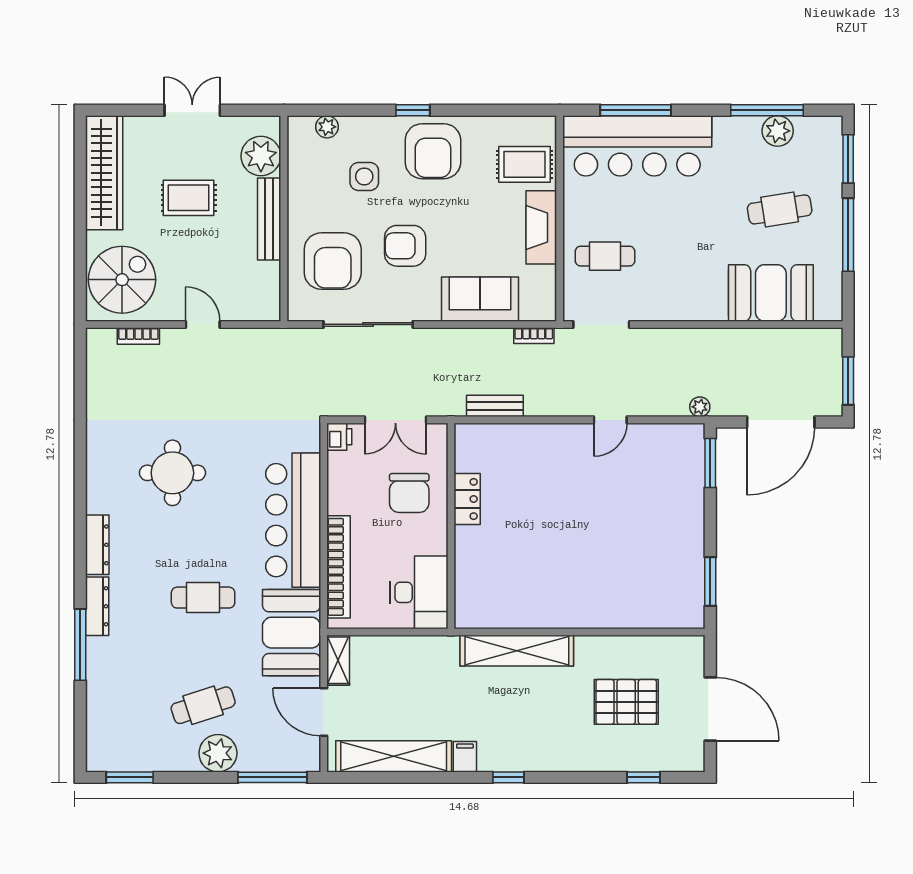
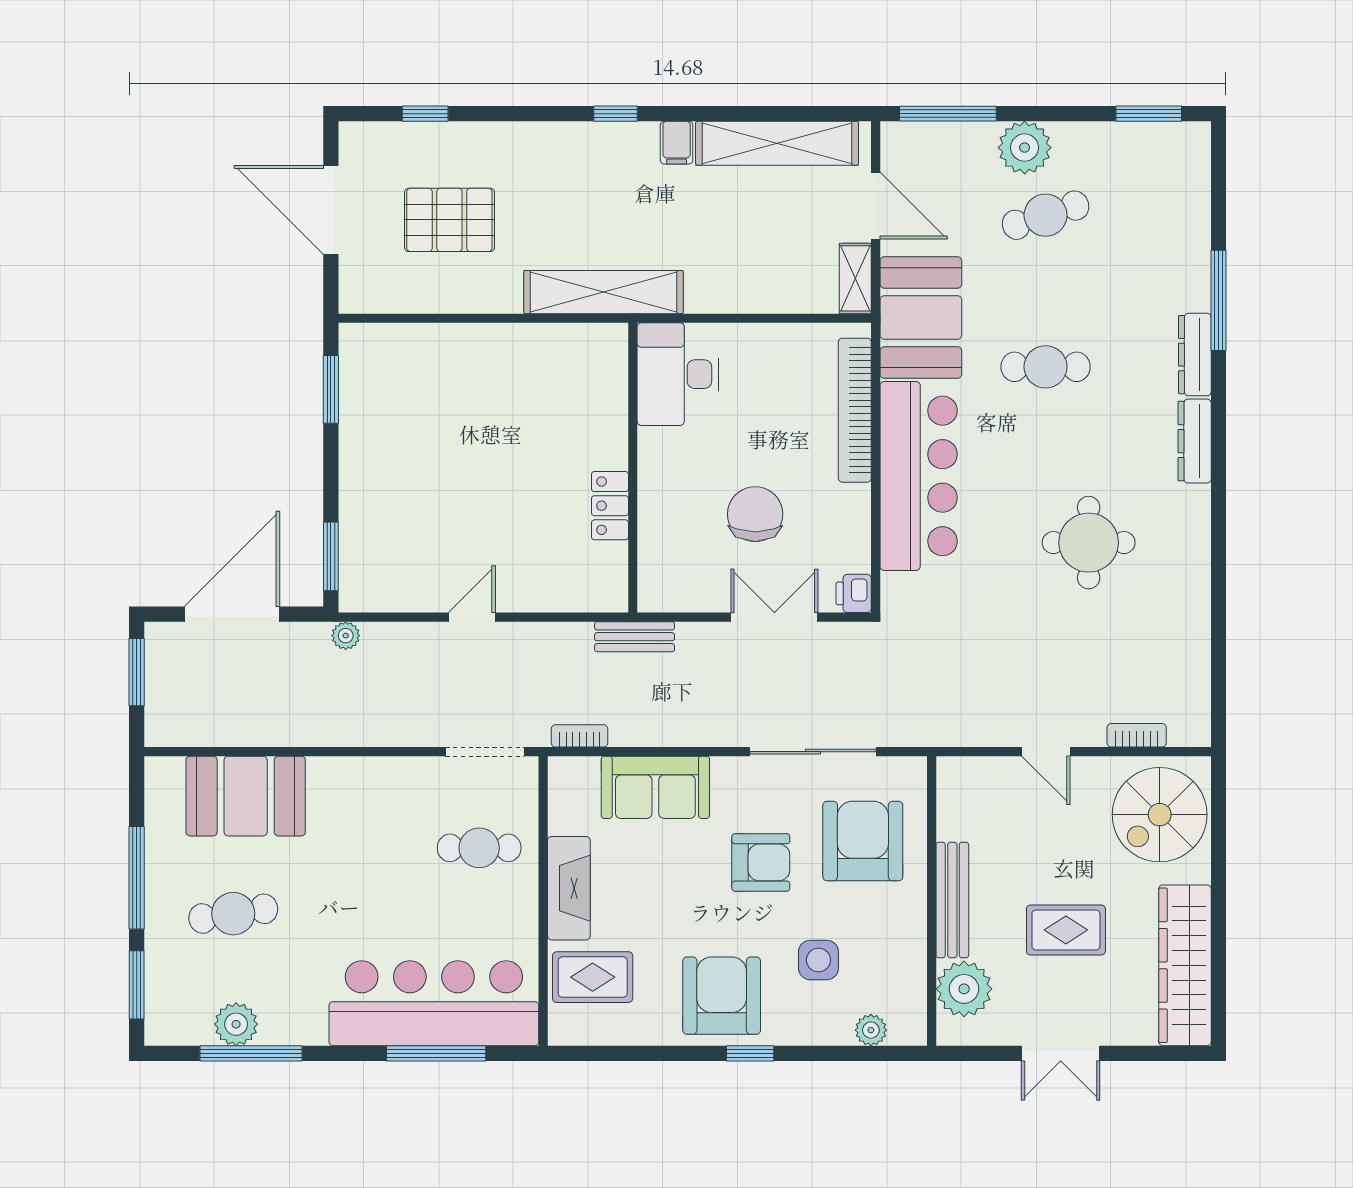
locker: (467, 499) -> (610, 506), moved
wall: (451, 526) -> (633, 468), moved
desk: (419, 592) -> (678, 374), moved

